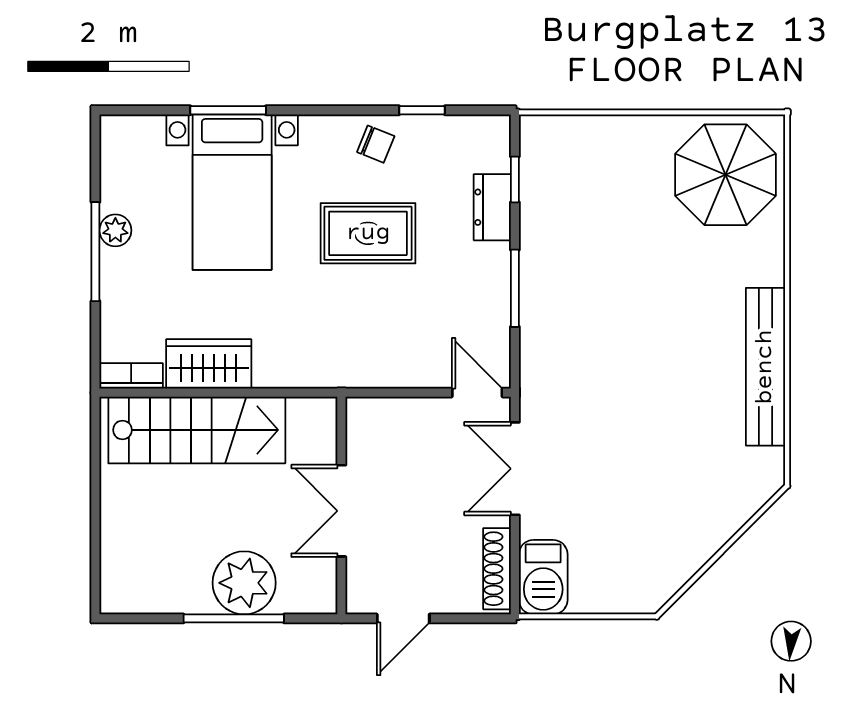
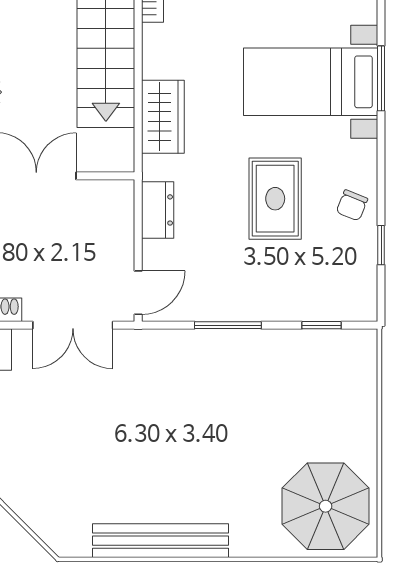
dresser: (492, 207) -> (158, 210), moved, turned 90
wardrobe: (209, 364) -> (163, 117), moved
double door: (515, 469) -> (73, 325), swing flipped

